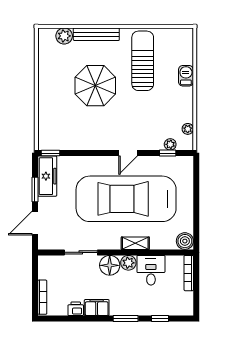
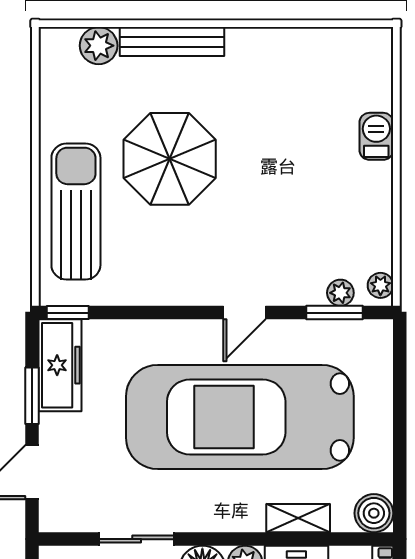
sun lounger: (143, 61) -> (76, 211), moved
plant: (188, 129) -> (380, 285), moved
window: (168, 153) -> (335, 313), width x1.50
shelving: (135, 243) -> (298, 518), moved

